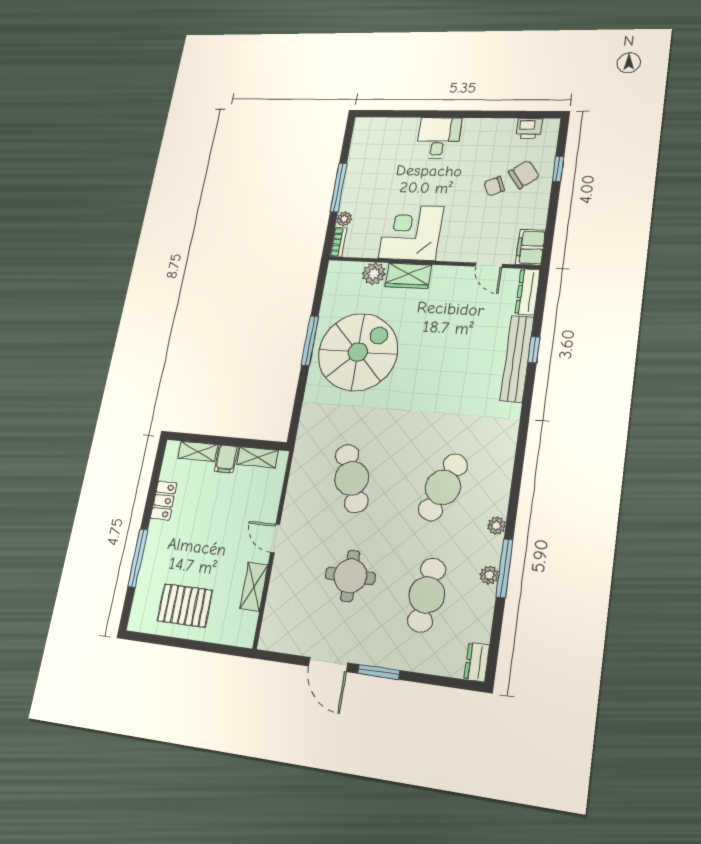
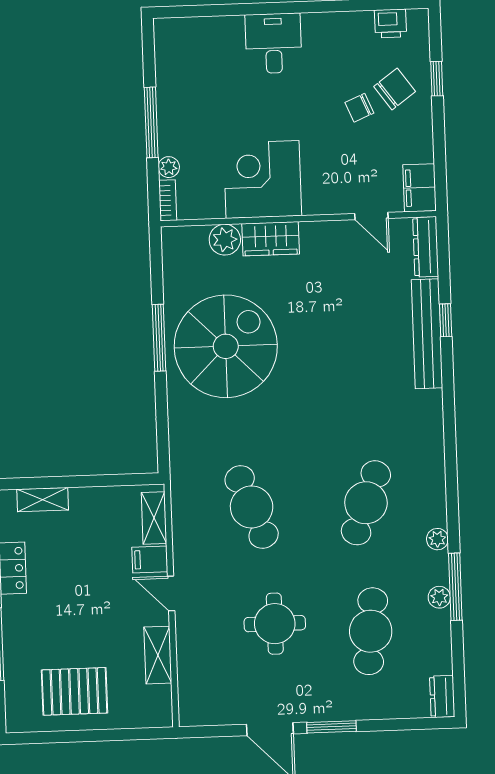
shelving: (257, 457) -> (154, 518), moved, turned 90
filing cabinet: (226, 459) -> (150, 559), moved, turned 90

